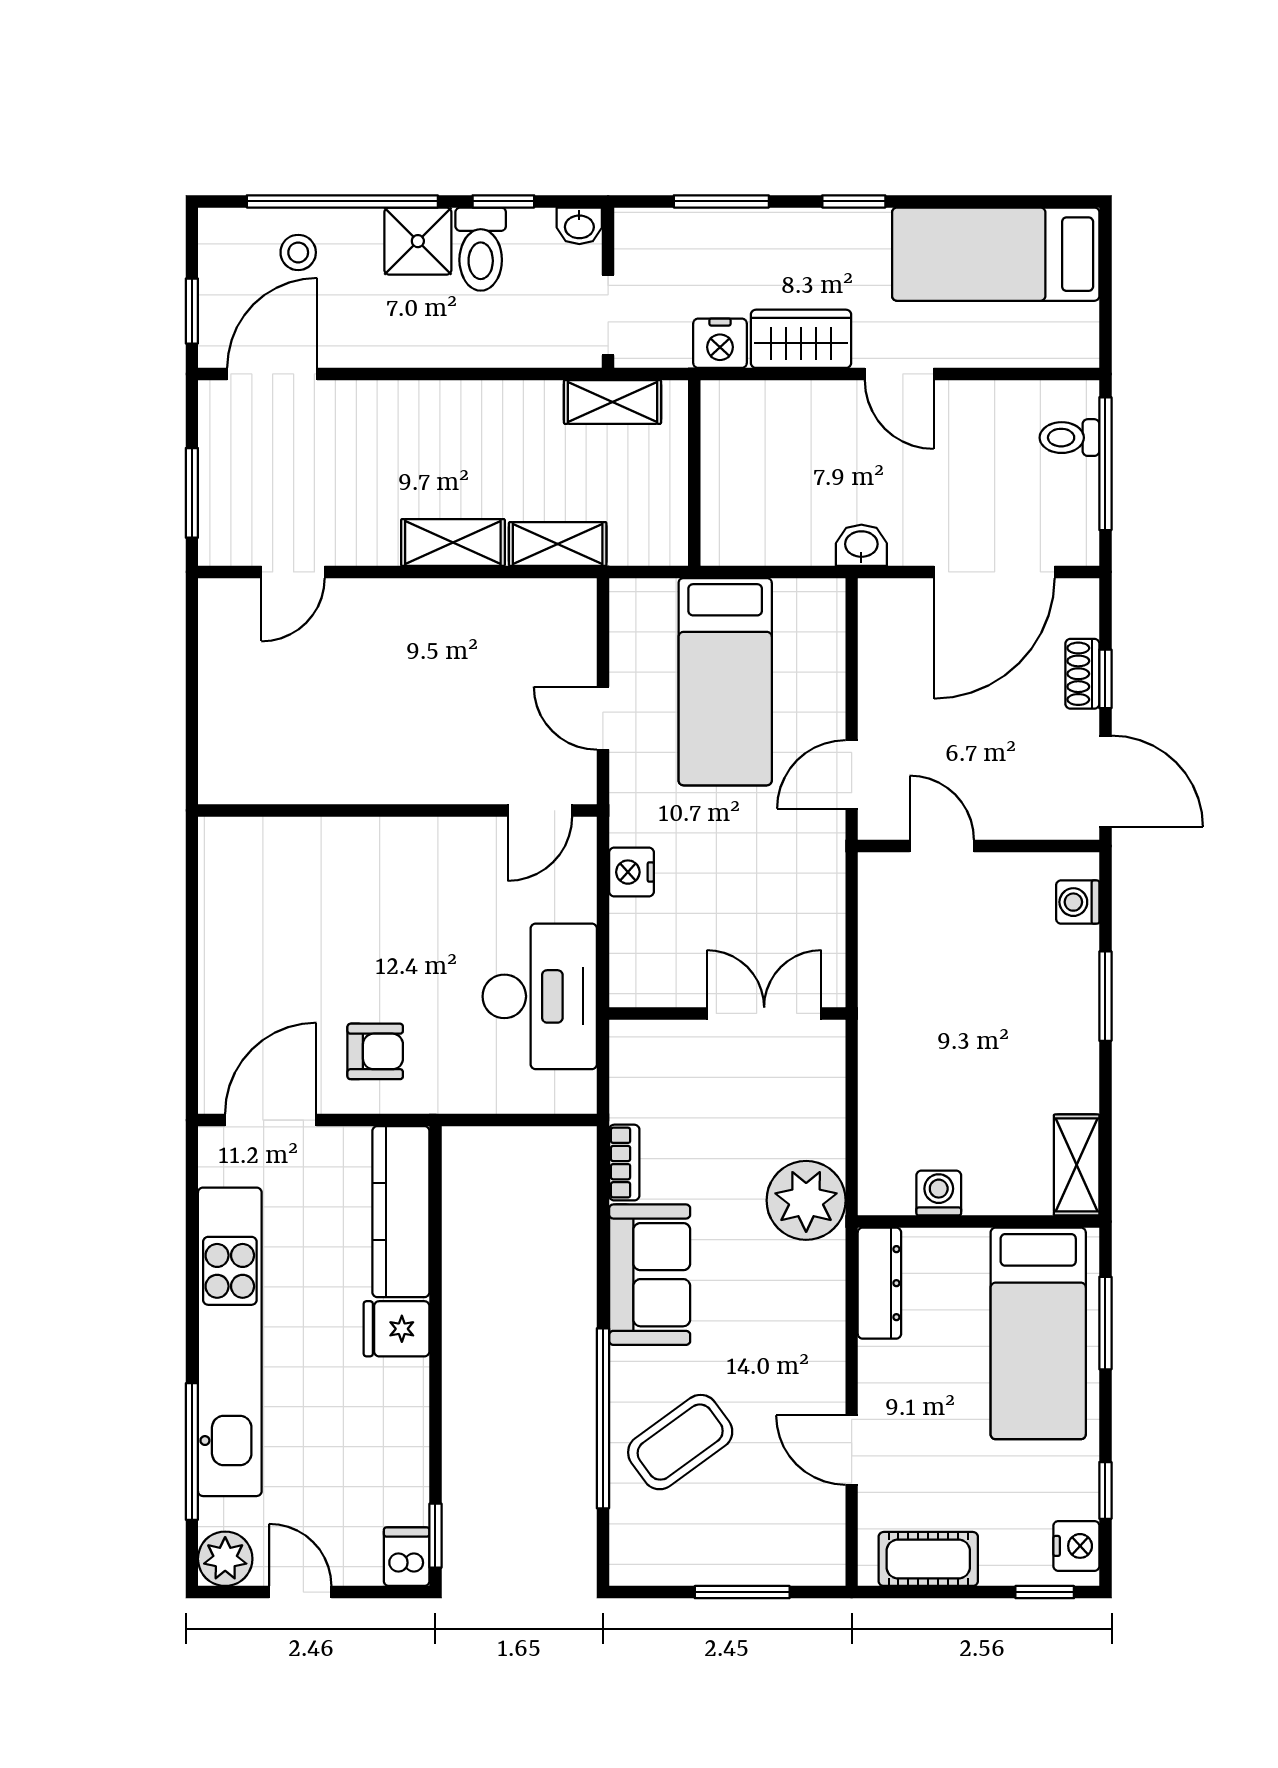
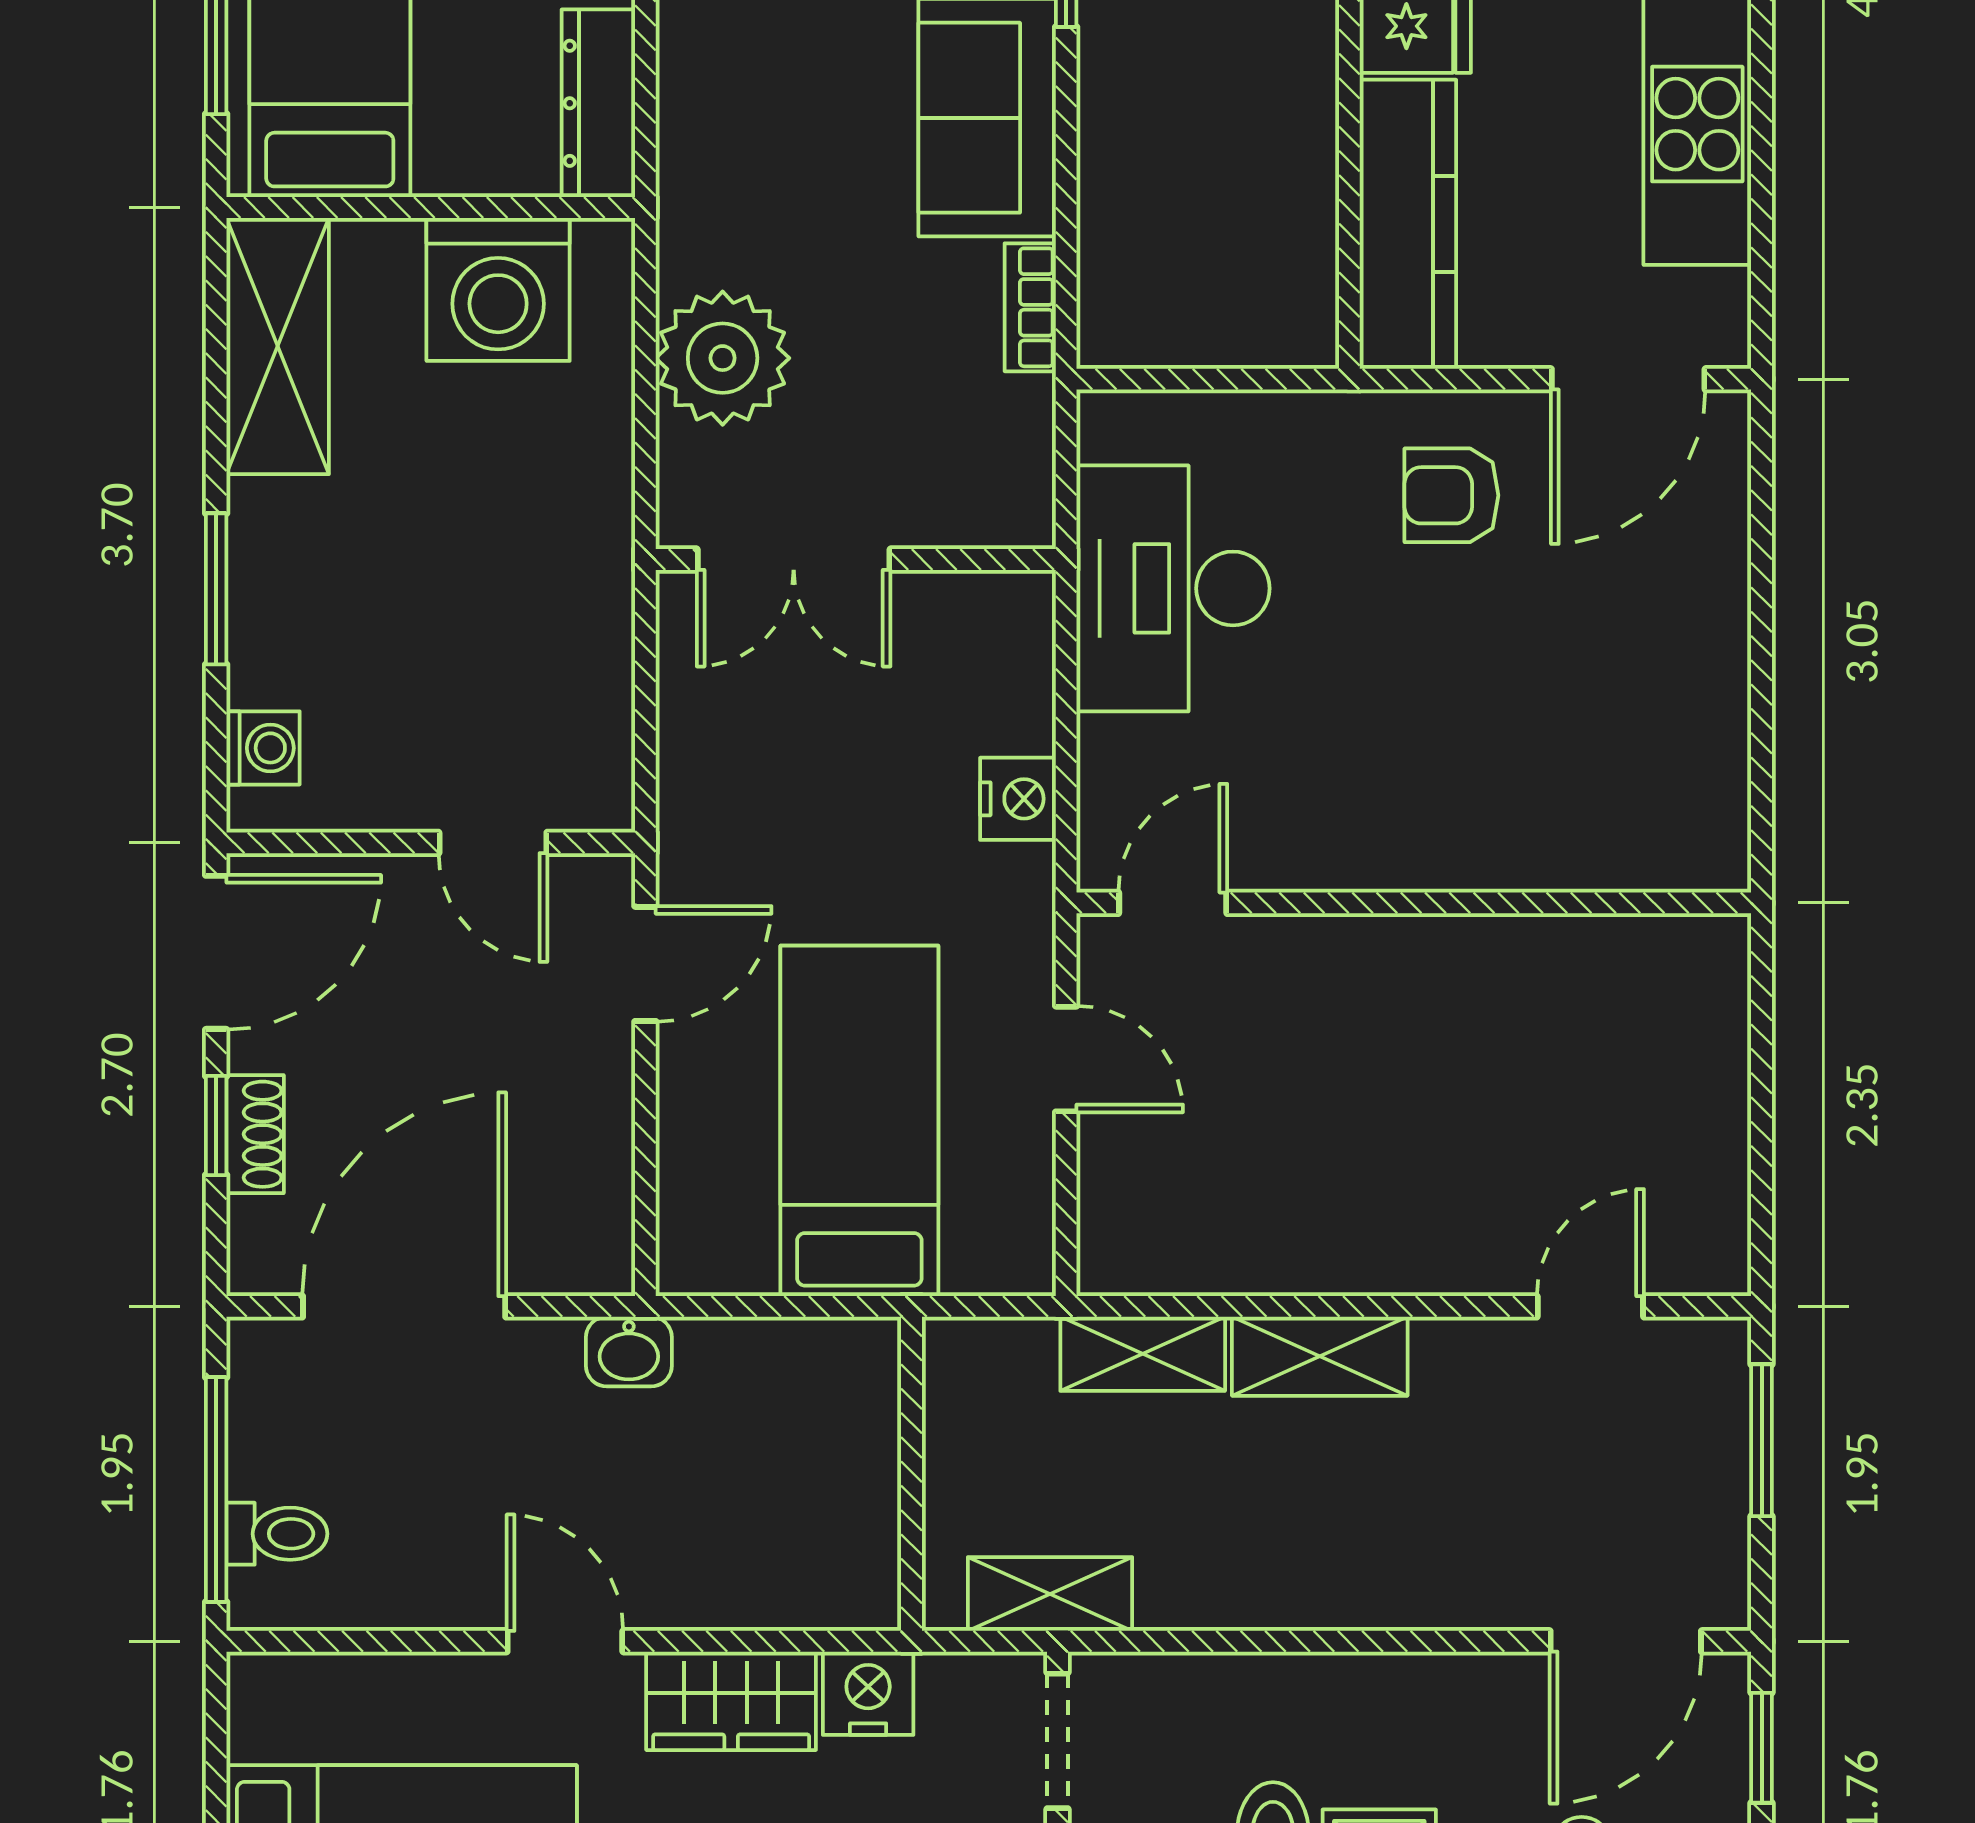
door: (1105, 781) -> (216, 952), swing flipped
shelving: (1077, 1165) -> (278, 346), width x1.50, depth x1.33
washing machine: (939, 1193) -> (498, 289), width x1.89, depth x1.89
plant: (806, 1200) -> (723, 358), moved

